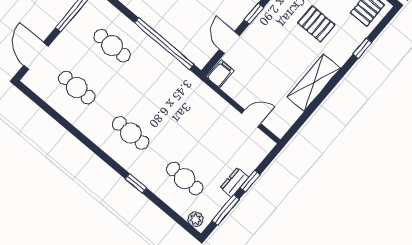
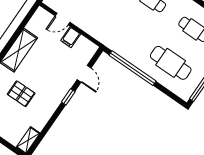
cafe table: (112, 46) -> (171, 63), width x1.37, depth x1.35
filing cabinet: (220, 74) -> (71, 37), moved

